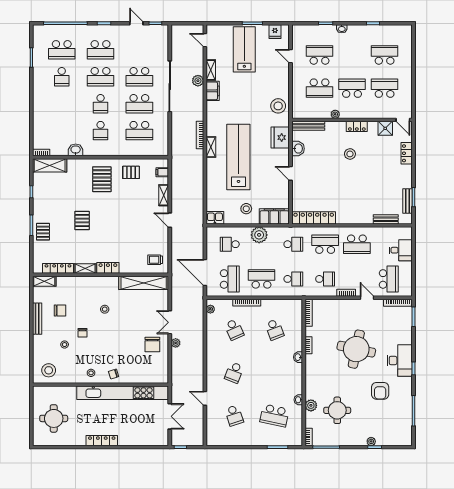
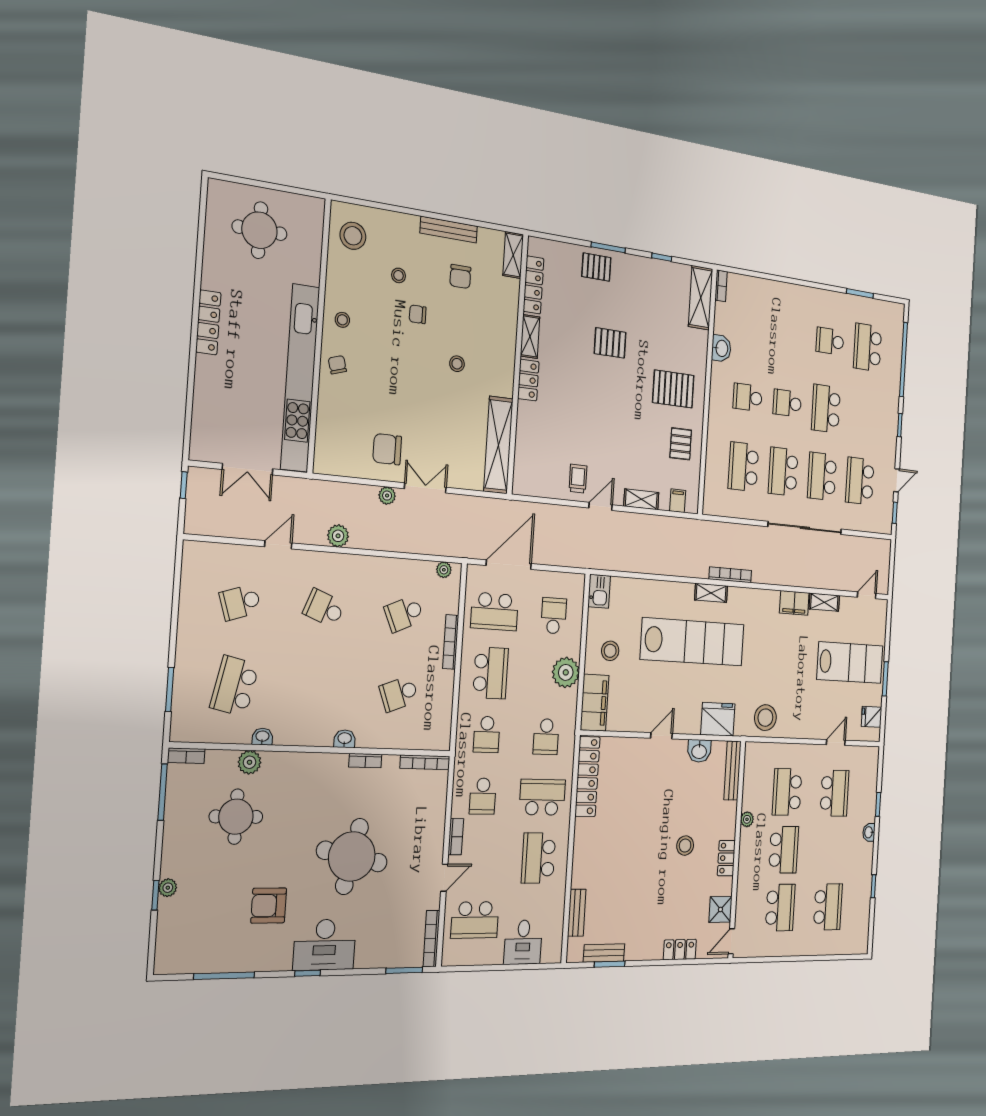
school desk: (101, 50) -> (860, 481), moved
plant: (198, 81) -> (338, 536), moved
school desk: (325, 244) -> (542, 797), turned -90
trolley: (155, 260) -> (578, 479), moved

